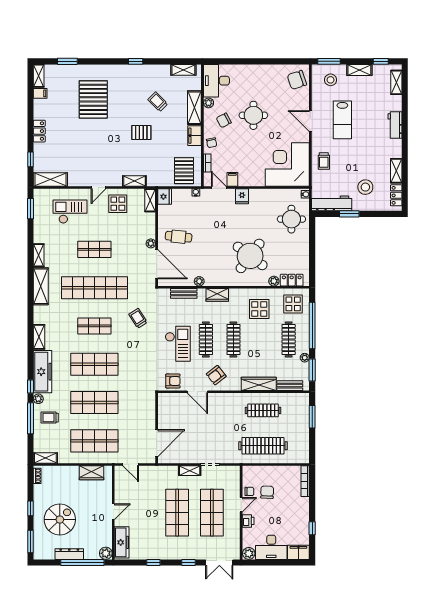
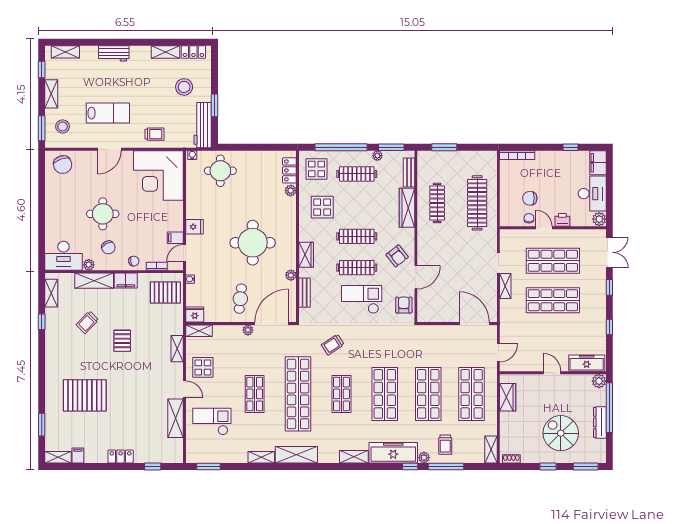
window: (136, 61) -> (42, 322), moved
shelving: (50, 180) -> (176, 418), moved
checkout: (70, 212) -> (212, 422), turned 90
round table: (250, 256) -> (253, 243), moved, turned -37

